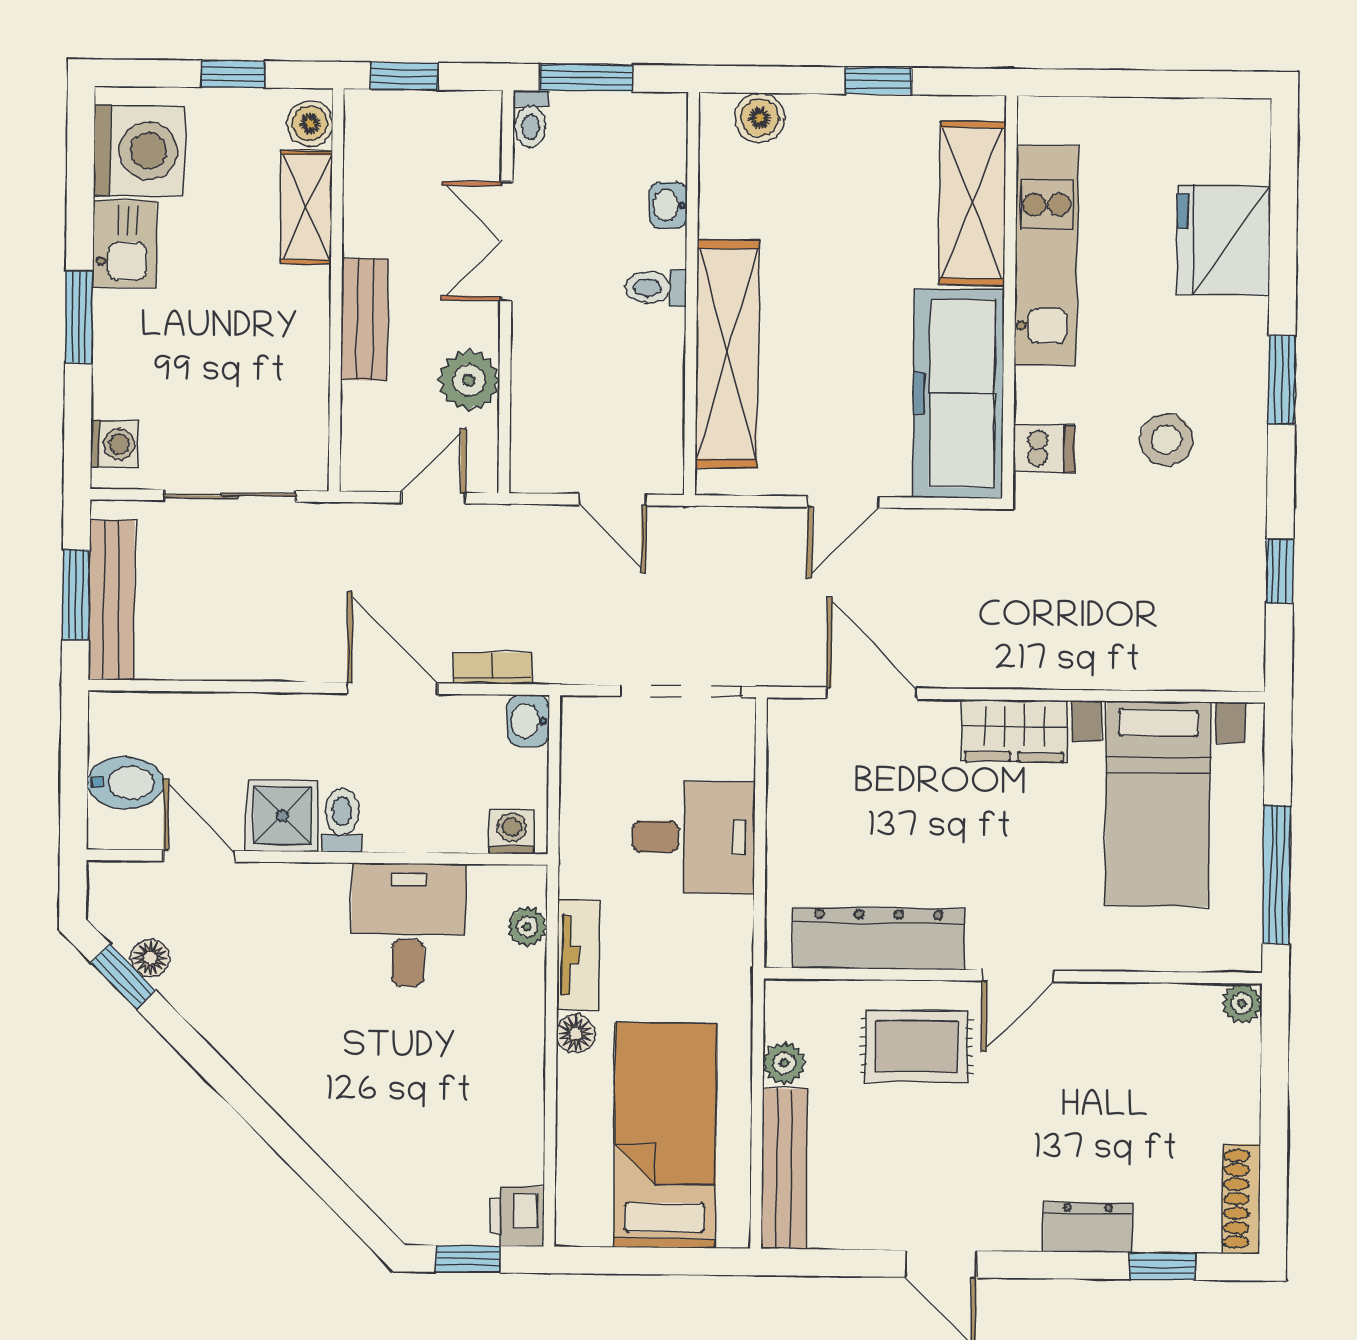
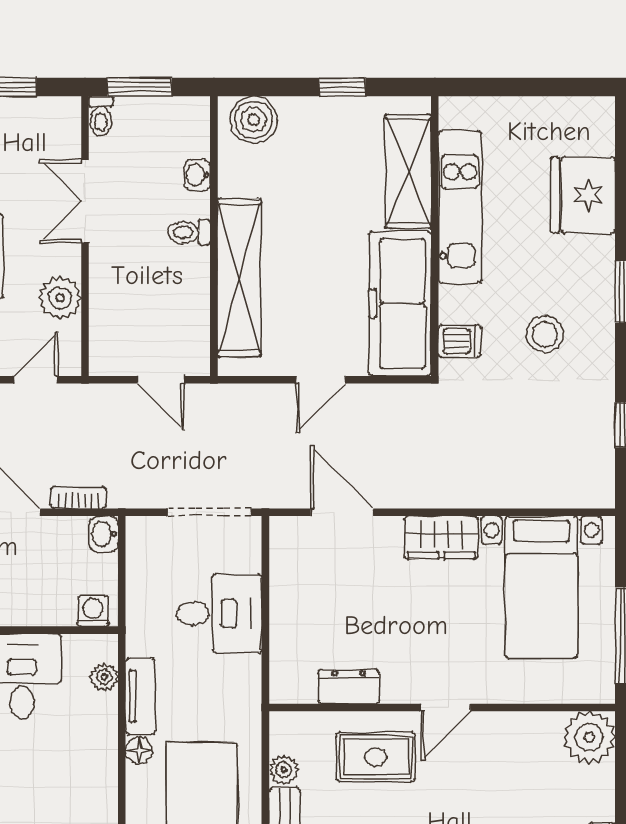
boiler: (760, 118) -> (254, 120), width x1.36, depth x1.36
dresser: (879, 938) -> (349, 687), width x0.51, depth x0.80
plant: (1242, 1003) -> (589, 737), width x1.88, depth x1.88

